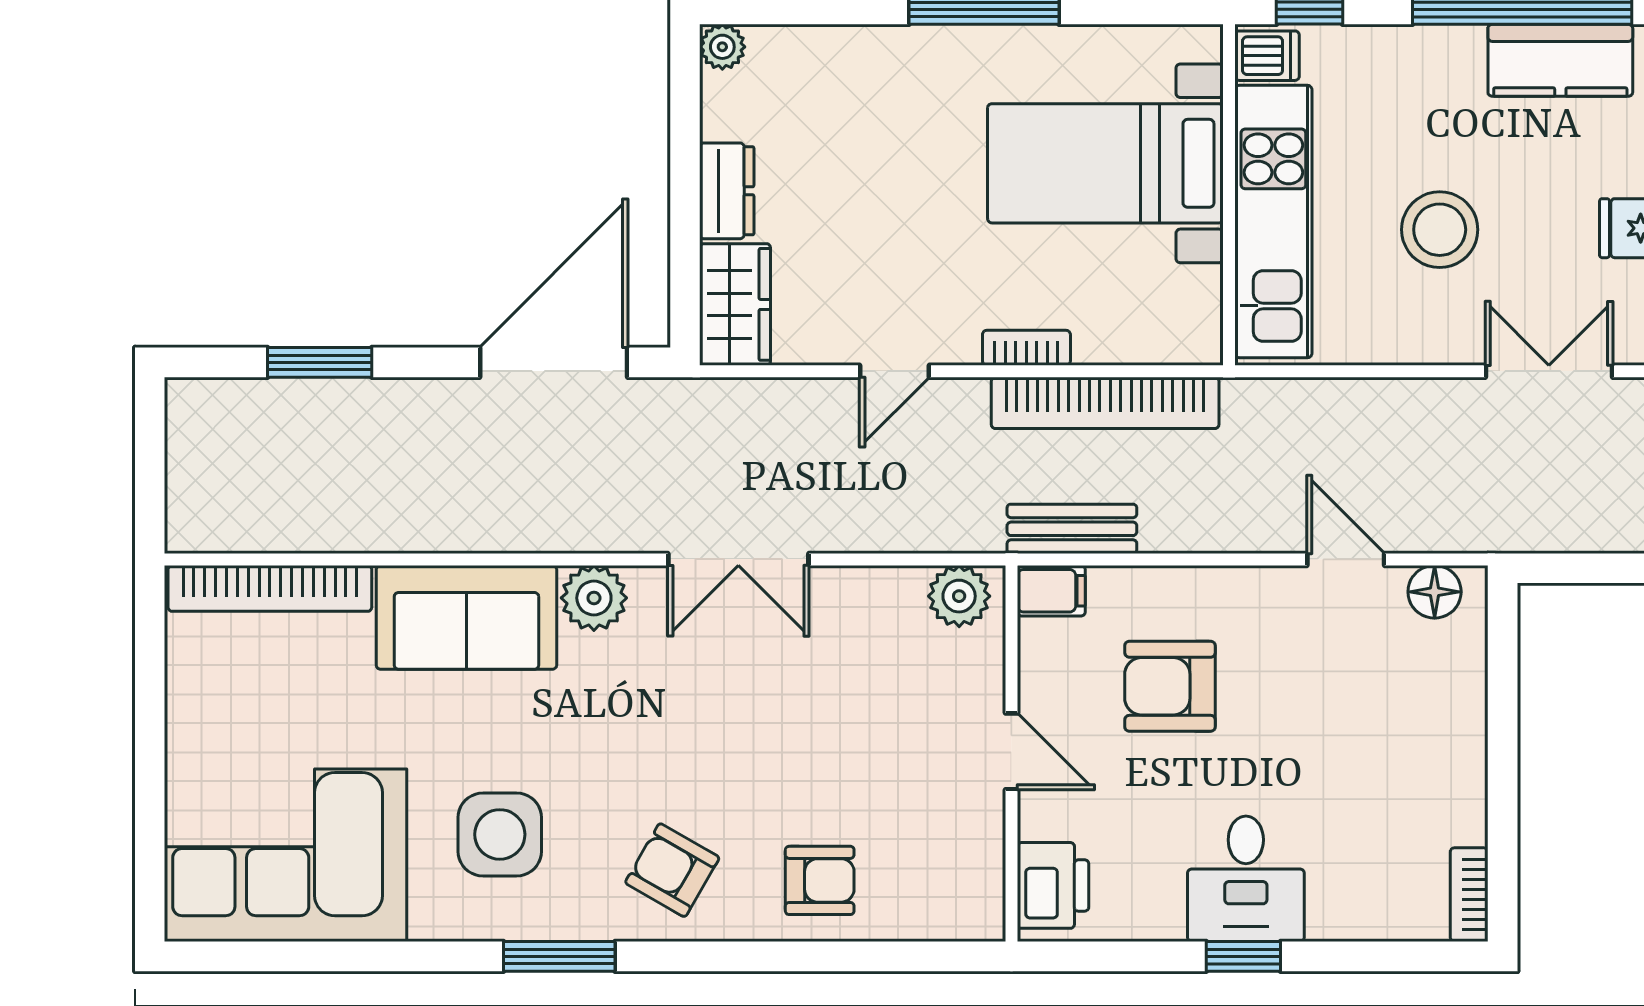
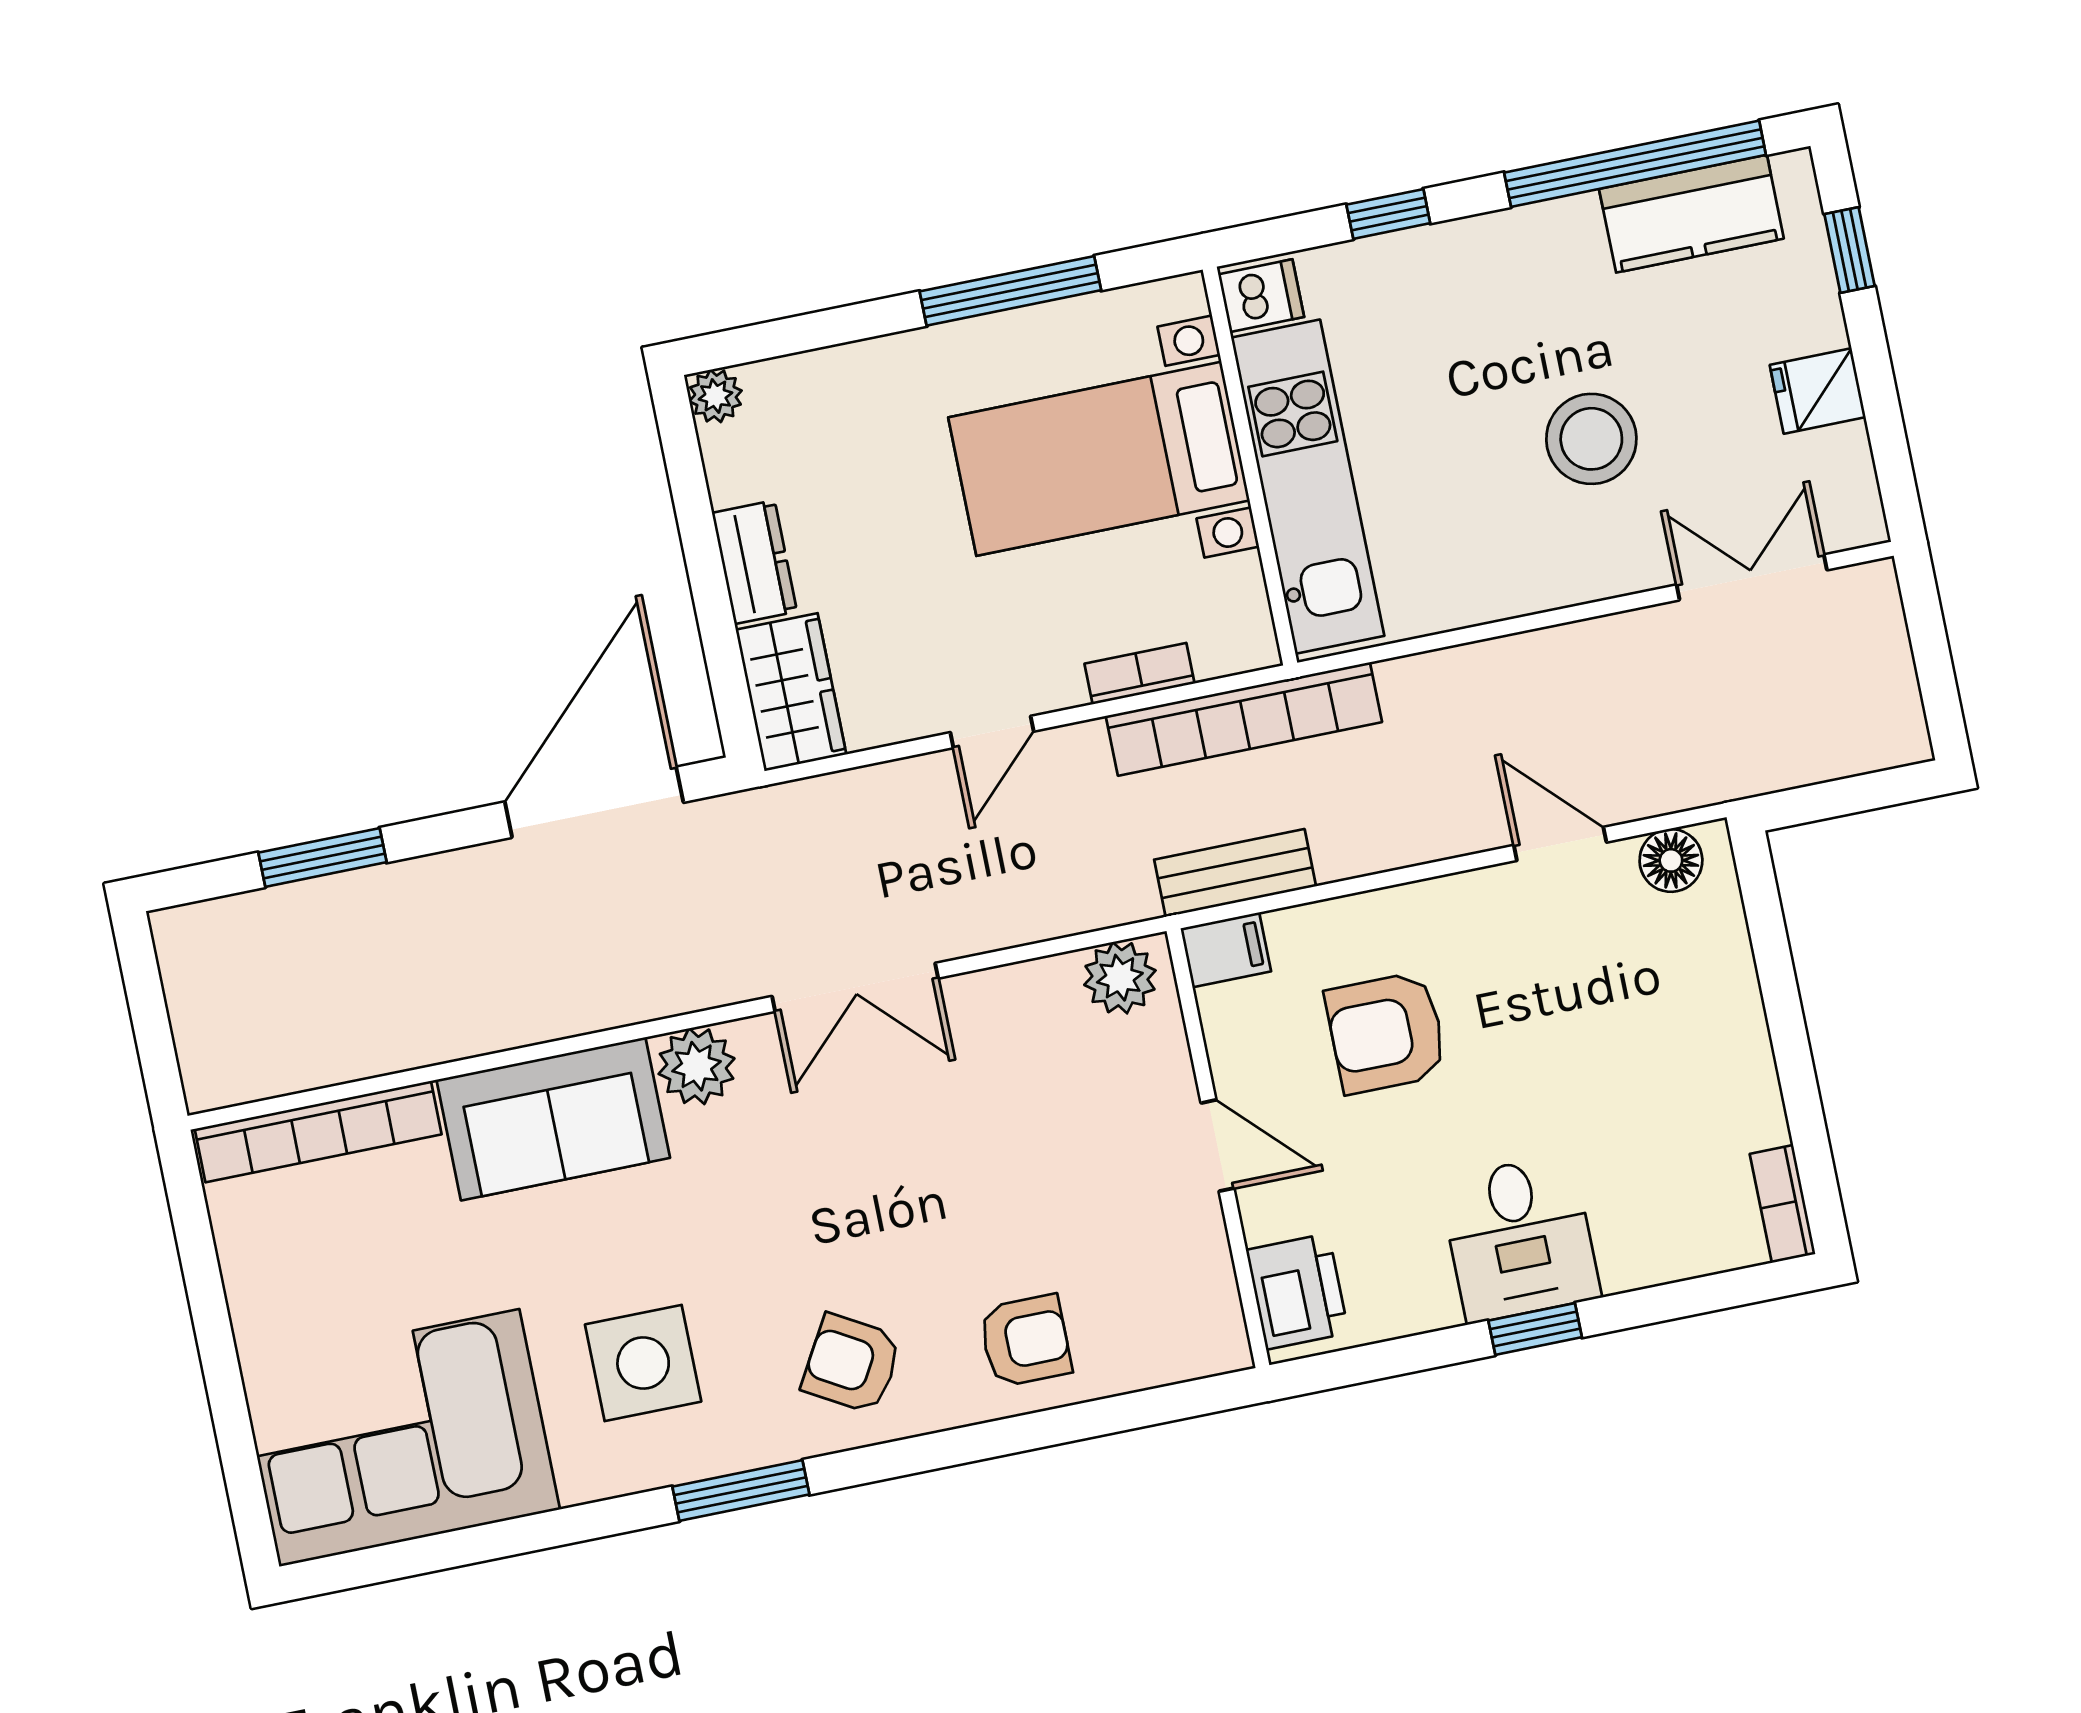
dishwasher: (1267, 56) -> (1261, 296), moved
bed with nightstands: (1105, 163) -> (1099, 459), moved
wall: (1229, 195) -> (1250, 466), moved
kitchen unit: (1273, 222) -> (1308, 487), moved

